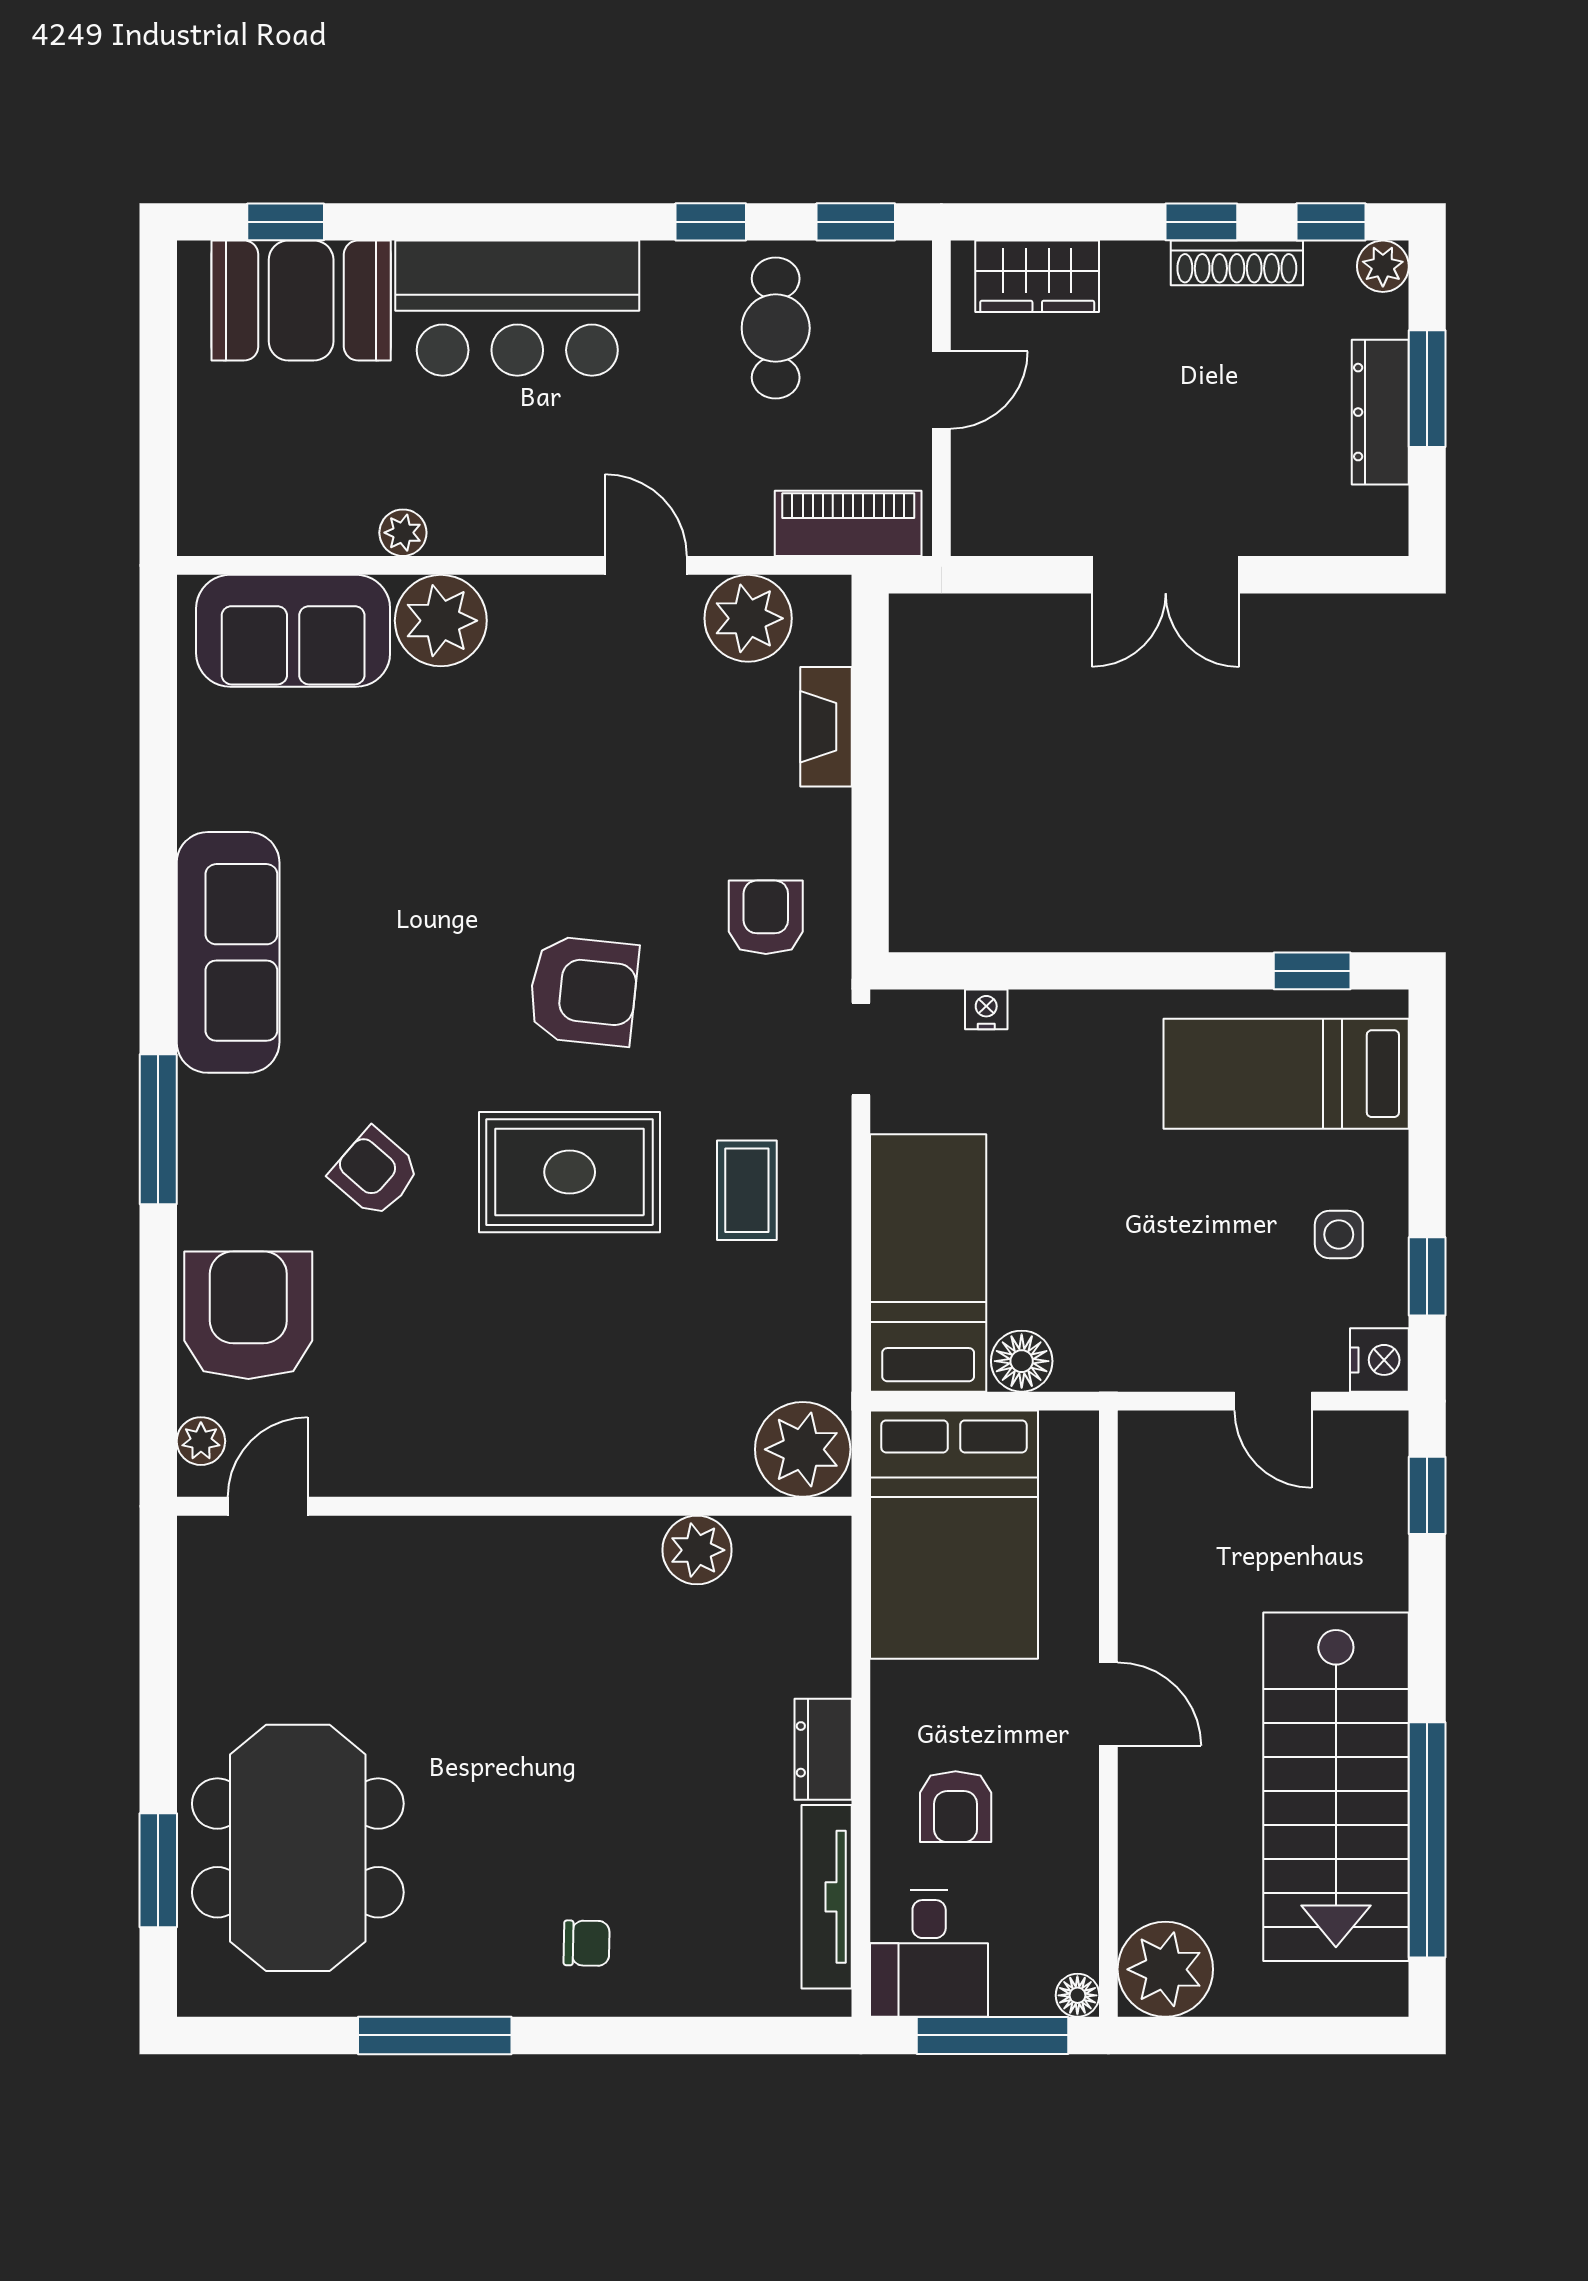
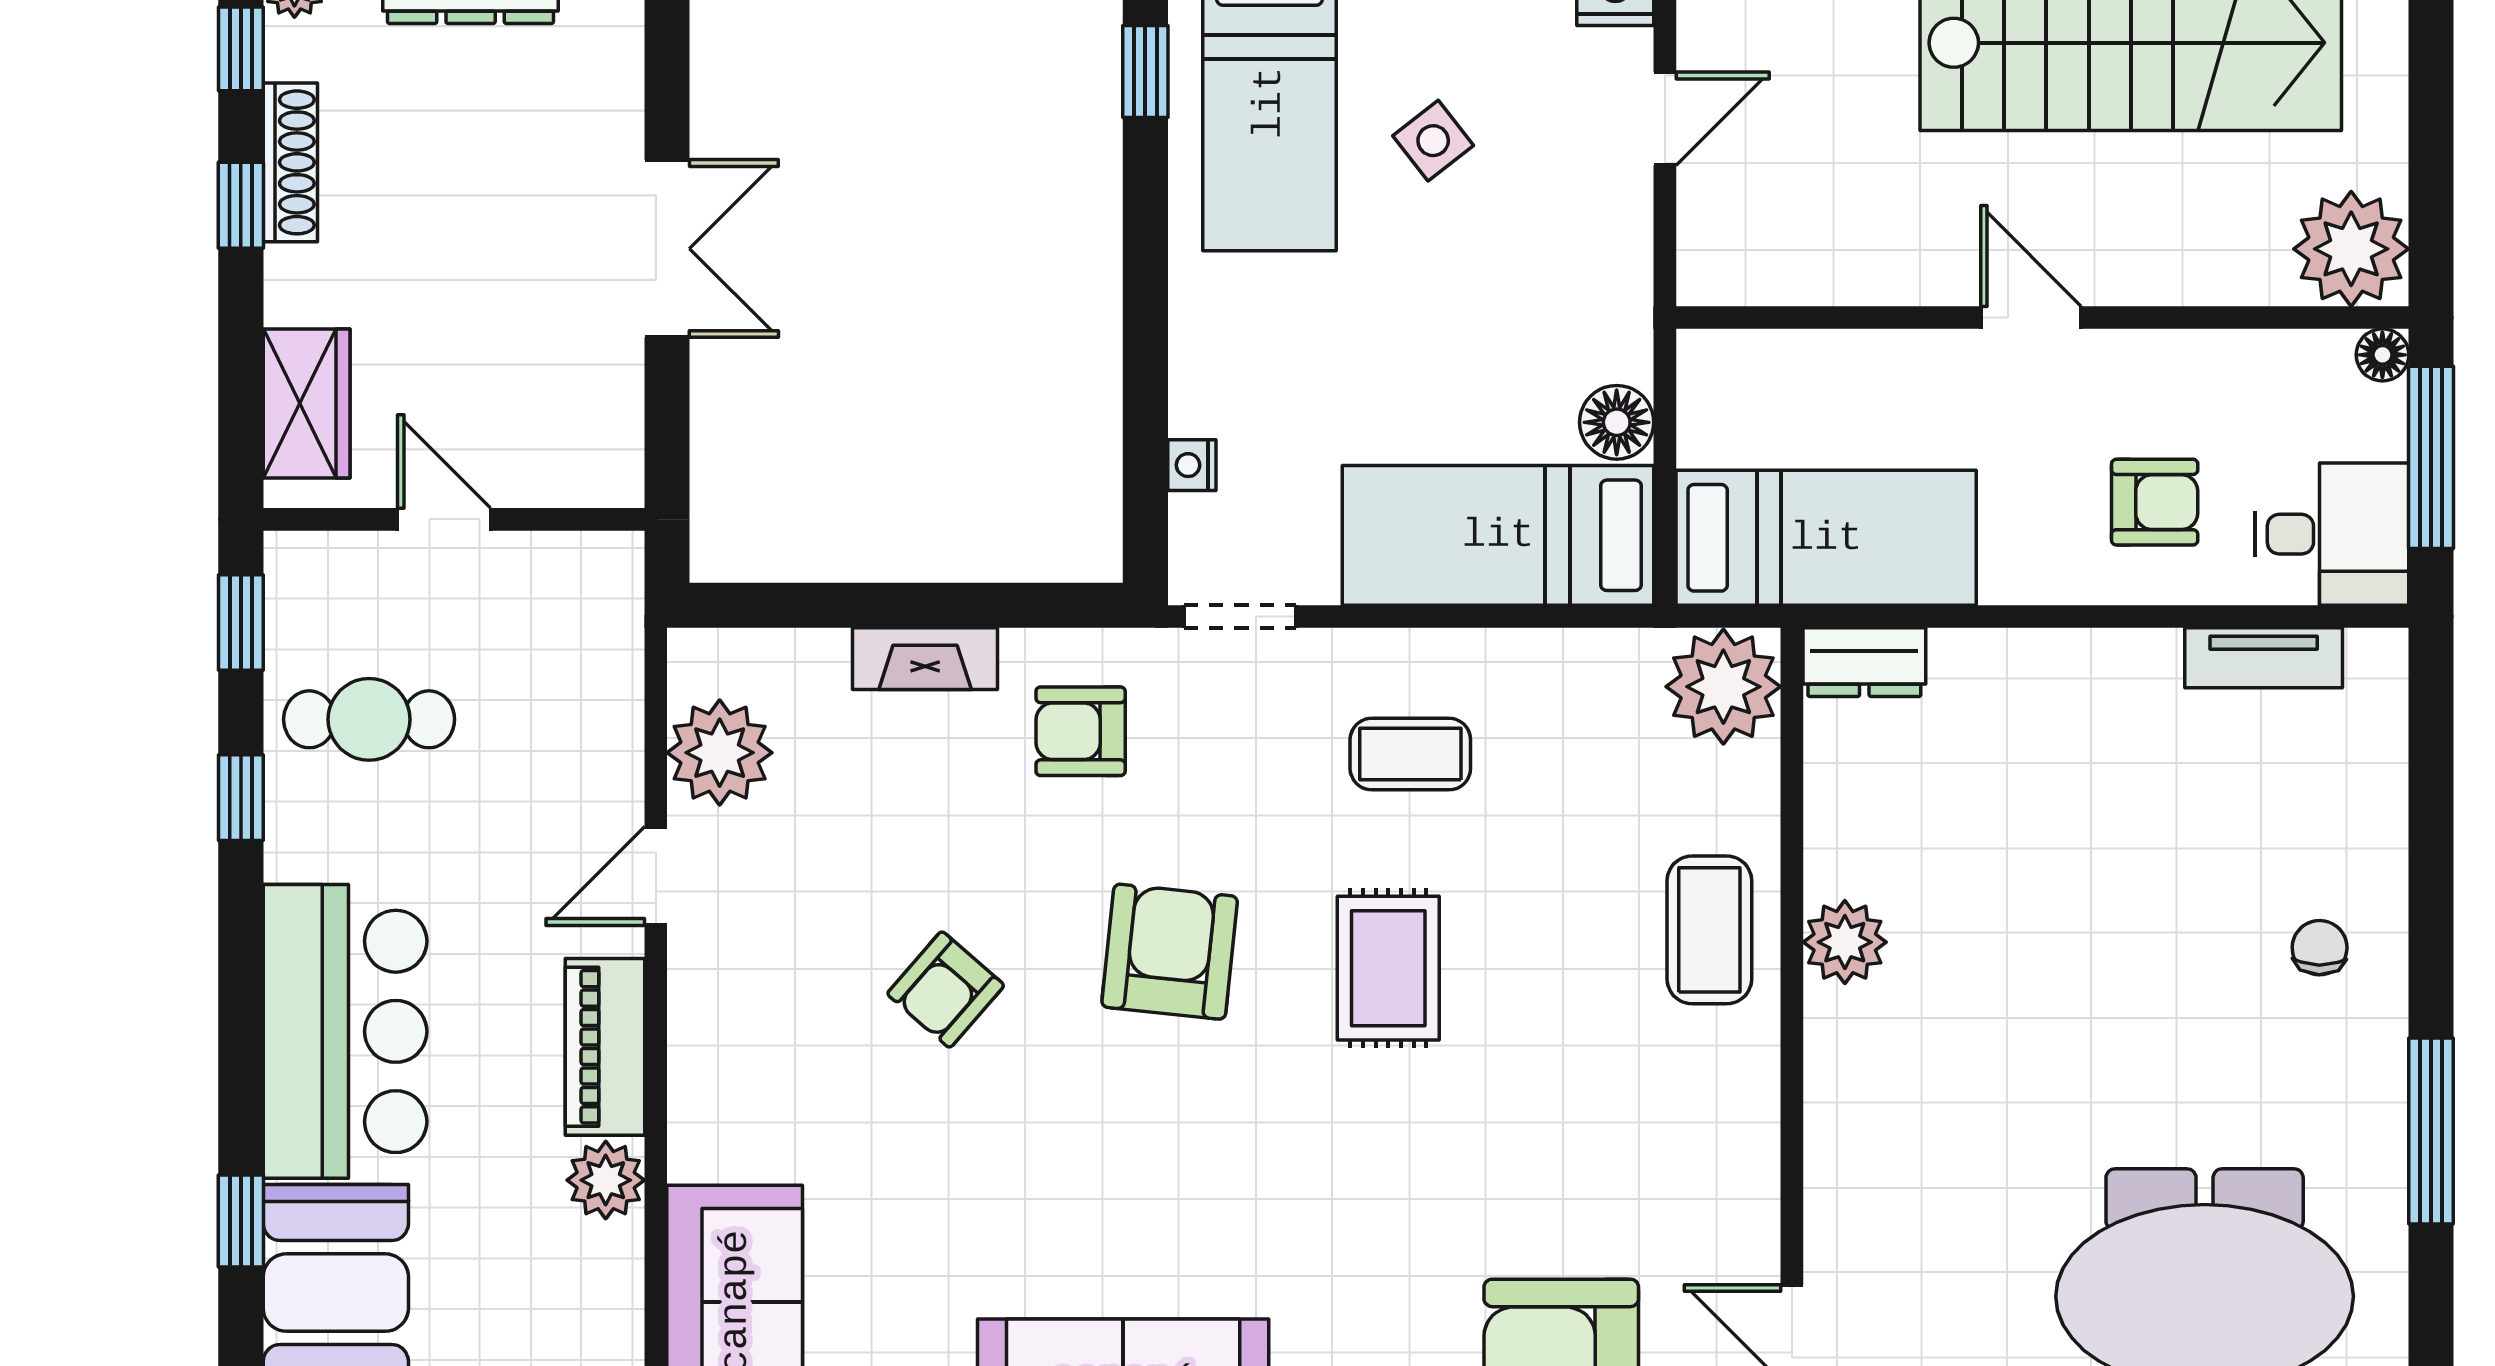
window: (286, 222) -> (241, 1221), moved
piano: (848, 523) -> (605, 1047), moved
plant: (403, 533) -> (606, 1180), width x1.38, depth x1.38
plant: (441, 621) -> (722, 1124), removed
fireplace: (826, 727) -> (925, 659), moved
rug: (570, 1172) -> (1388, 968), width x0.73, depth x0.70
armchair: (375, 1173) -> (946, 990), moved
side table: (1339, 1235) -> (1433, 141), moved, turned -38
coffee table: (601, 1438) -> (1709, 930), added
bed: (954, 1535) -> (1826, 538), width x0.67
plant: (697, 1550) -> (1845, 942), moved
door: (1108, 1704) -> (2031, 318), hinge flipped
dresser: (823, 1749) -> (1864, 662), moved
tv unit: (827, 1897) -> (2264, 658), width x0.71

